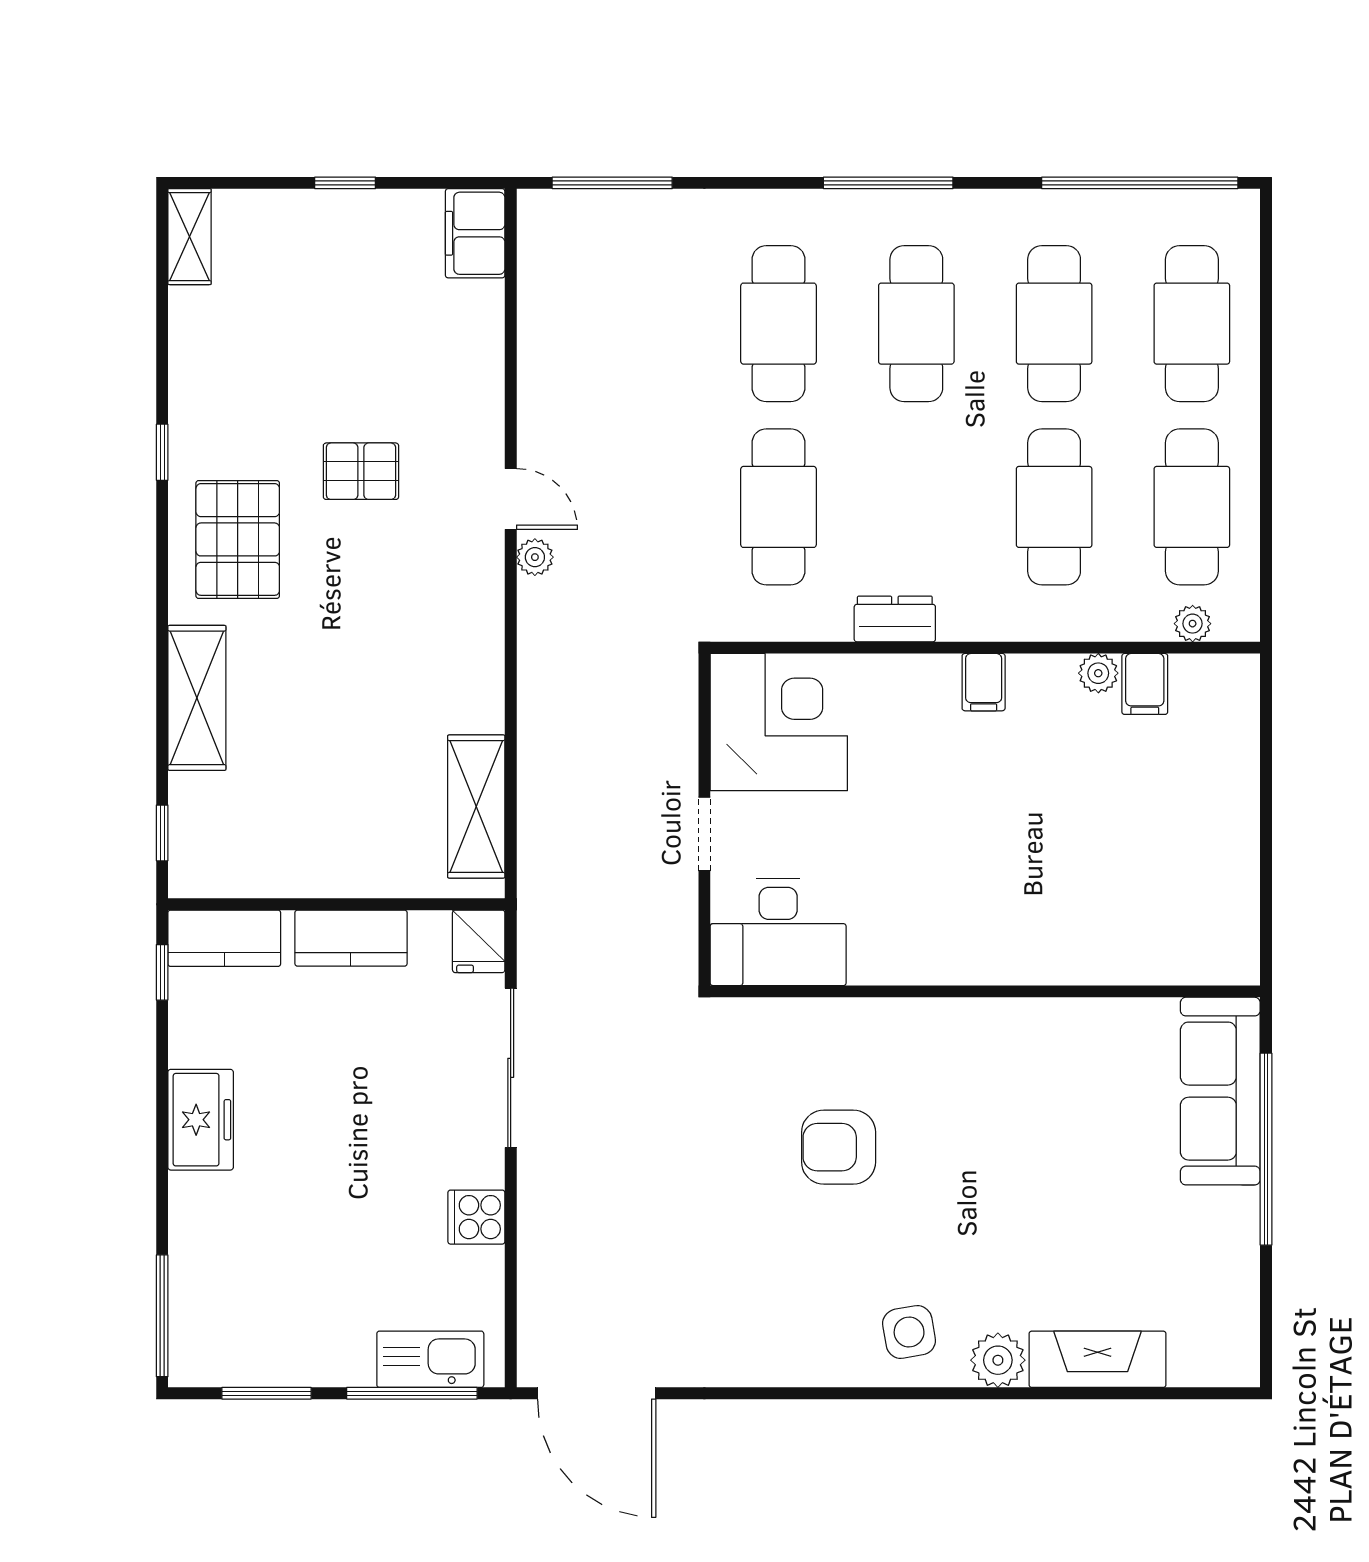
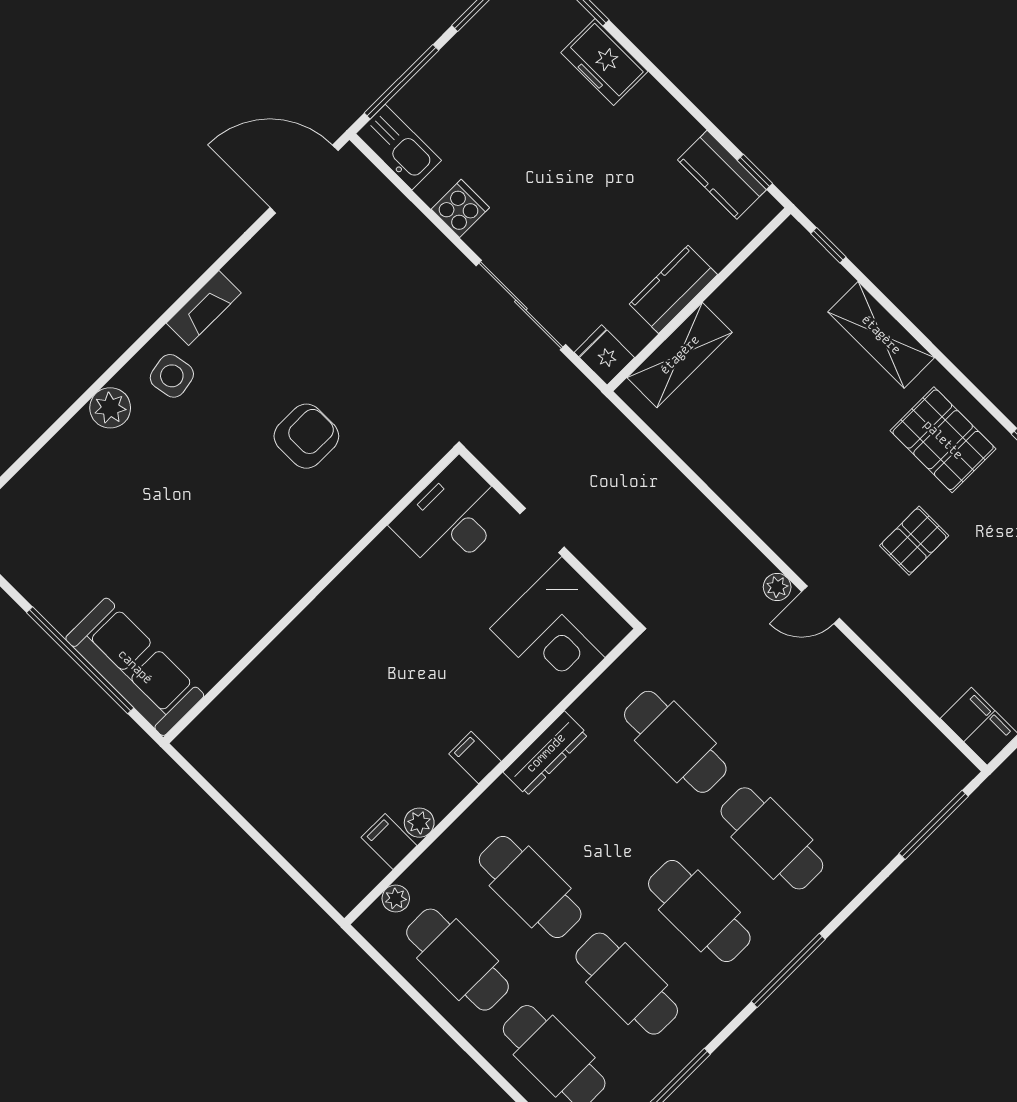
dresser: (895, 619) -> (546, 753), width x1.44
shelving: (476, 807) -> (680, 355), moved, turned 90
kitchen counter: (224, 938) -> (722, 175), moved, turned -90
freezer: (201, 1120) -> (604, 62), moved
kitchen sink: (430, 1359) -> (399, 147), moved, turned -90
fireplace: (1097, 1359) -> (204, 308), moved, width x0.73, depth x0.76

